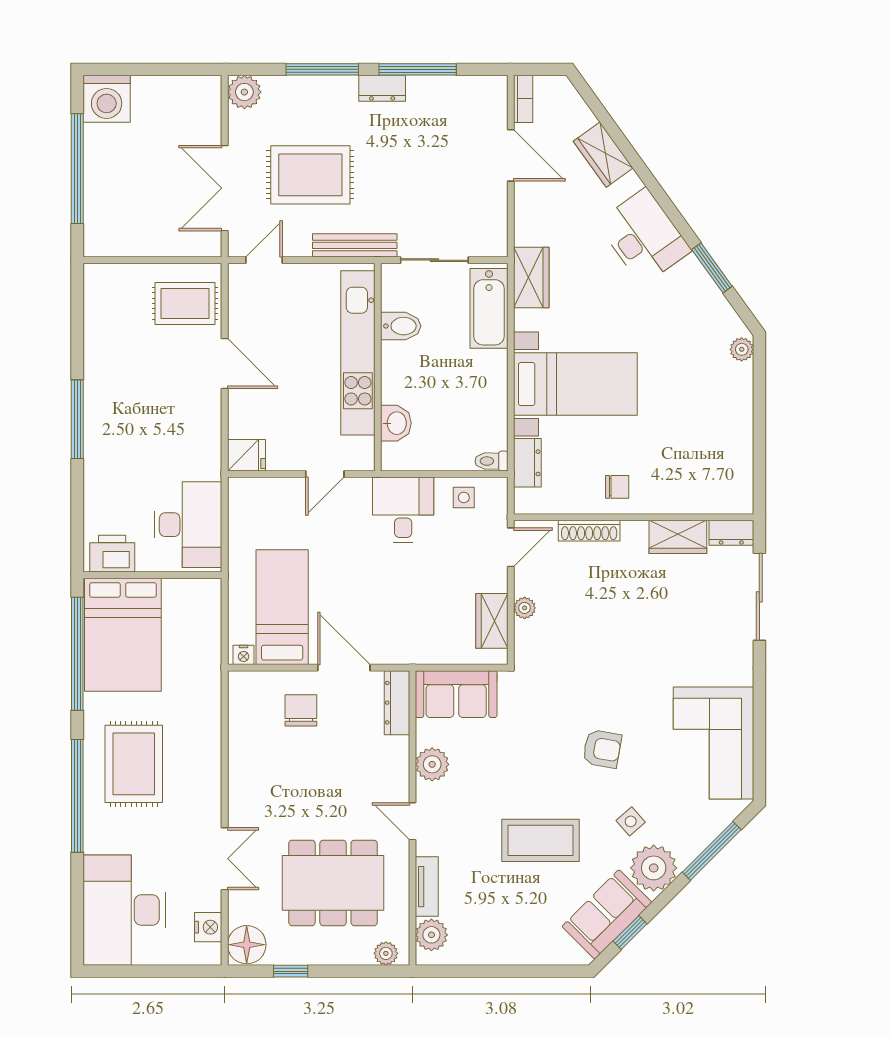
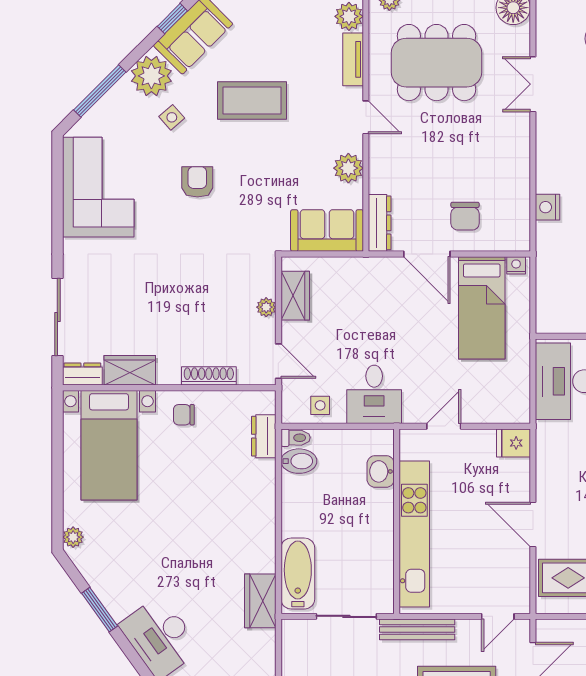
bidet: (401, 326) -> (299, 461), moved, turned 180
bed with nightstands: (575, 384) -> (109, 445), moved, turned -90
door: (511, 547) -> (278, 361), swing flipped
armchair: (602, 749) -> (197, 182), turned 80
nightstand: (208, 927) -> (548, 207), moved

